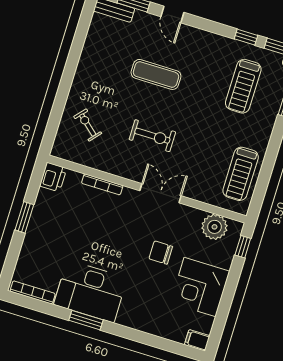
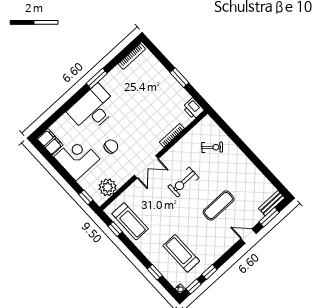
treadmill: (241, 174) -> (130, 221), turned 180
window: (261, 187) -> (115, 229), added
desk: (90, 291) -> (93, 109), moved
filing cabinet: (197, 340) -> (50, 142), width x2.00

